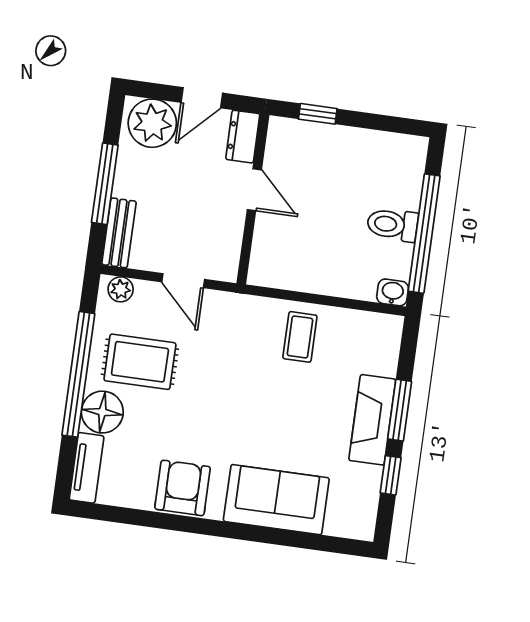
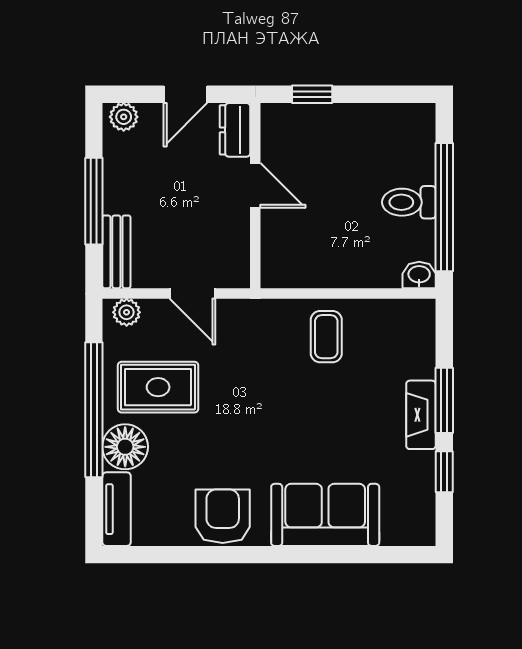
plant: (152, 123) -> (124, 117), width x0.53, depth x0.53
fireplace: (372, 420) -> (421, 415), width x0.73, depth x0.76

